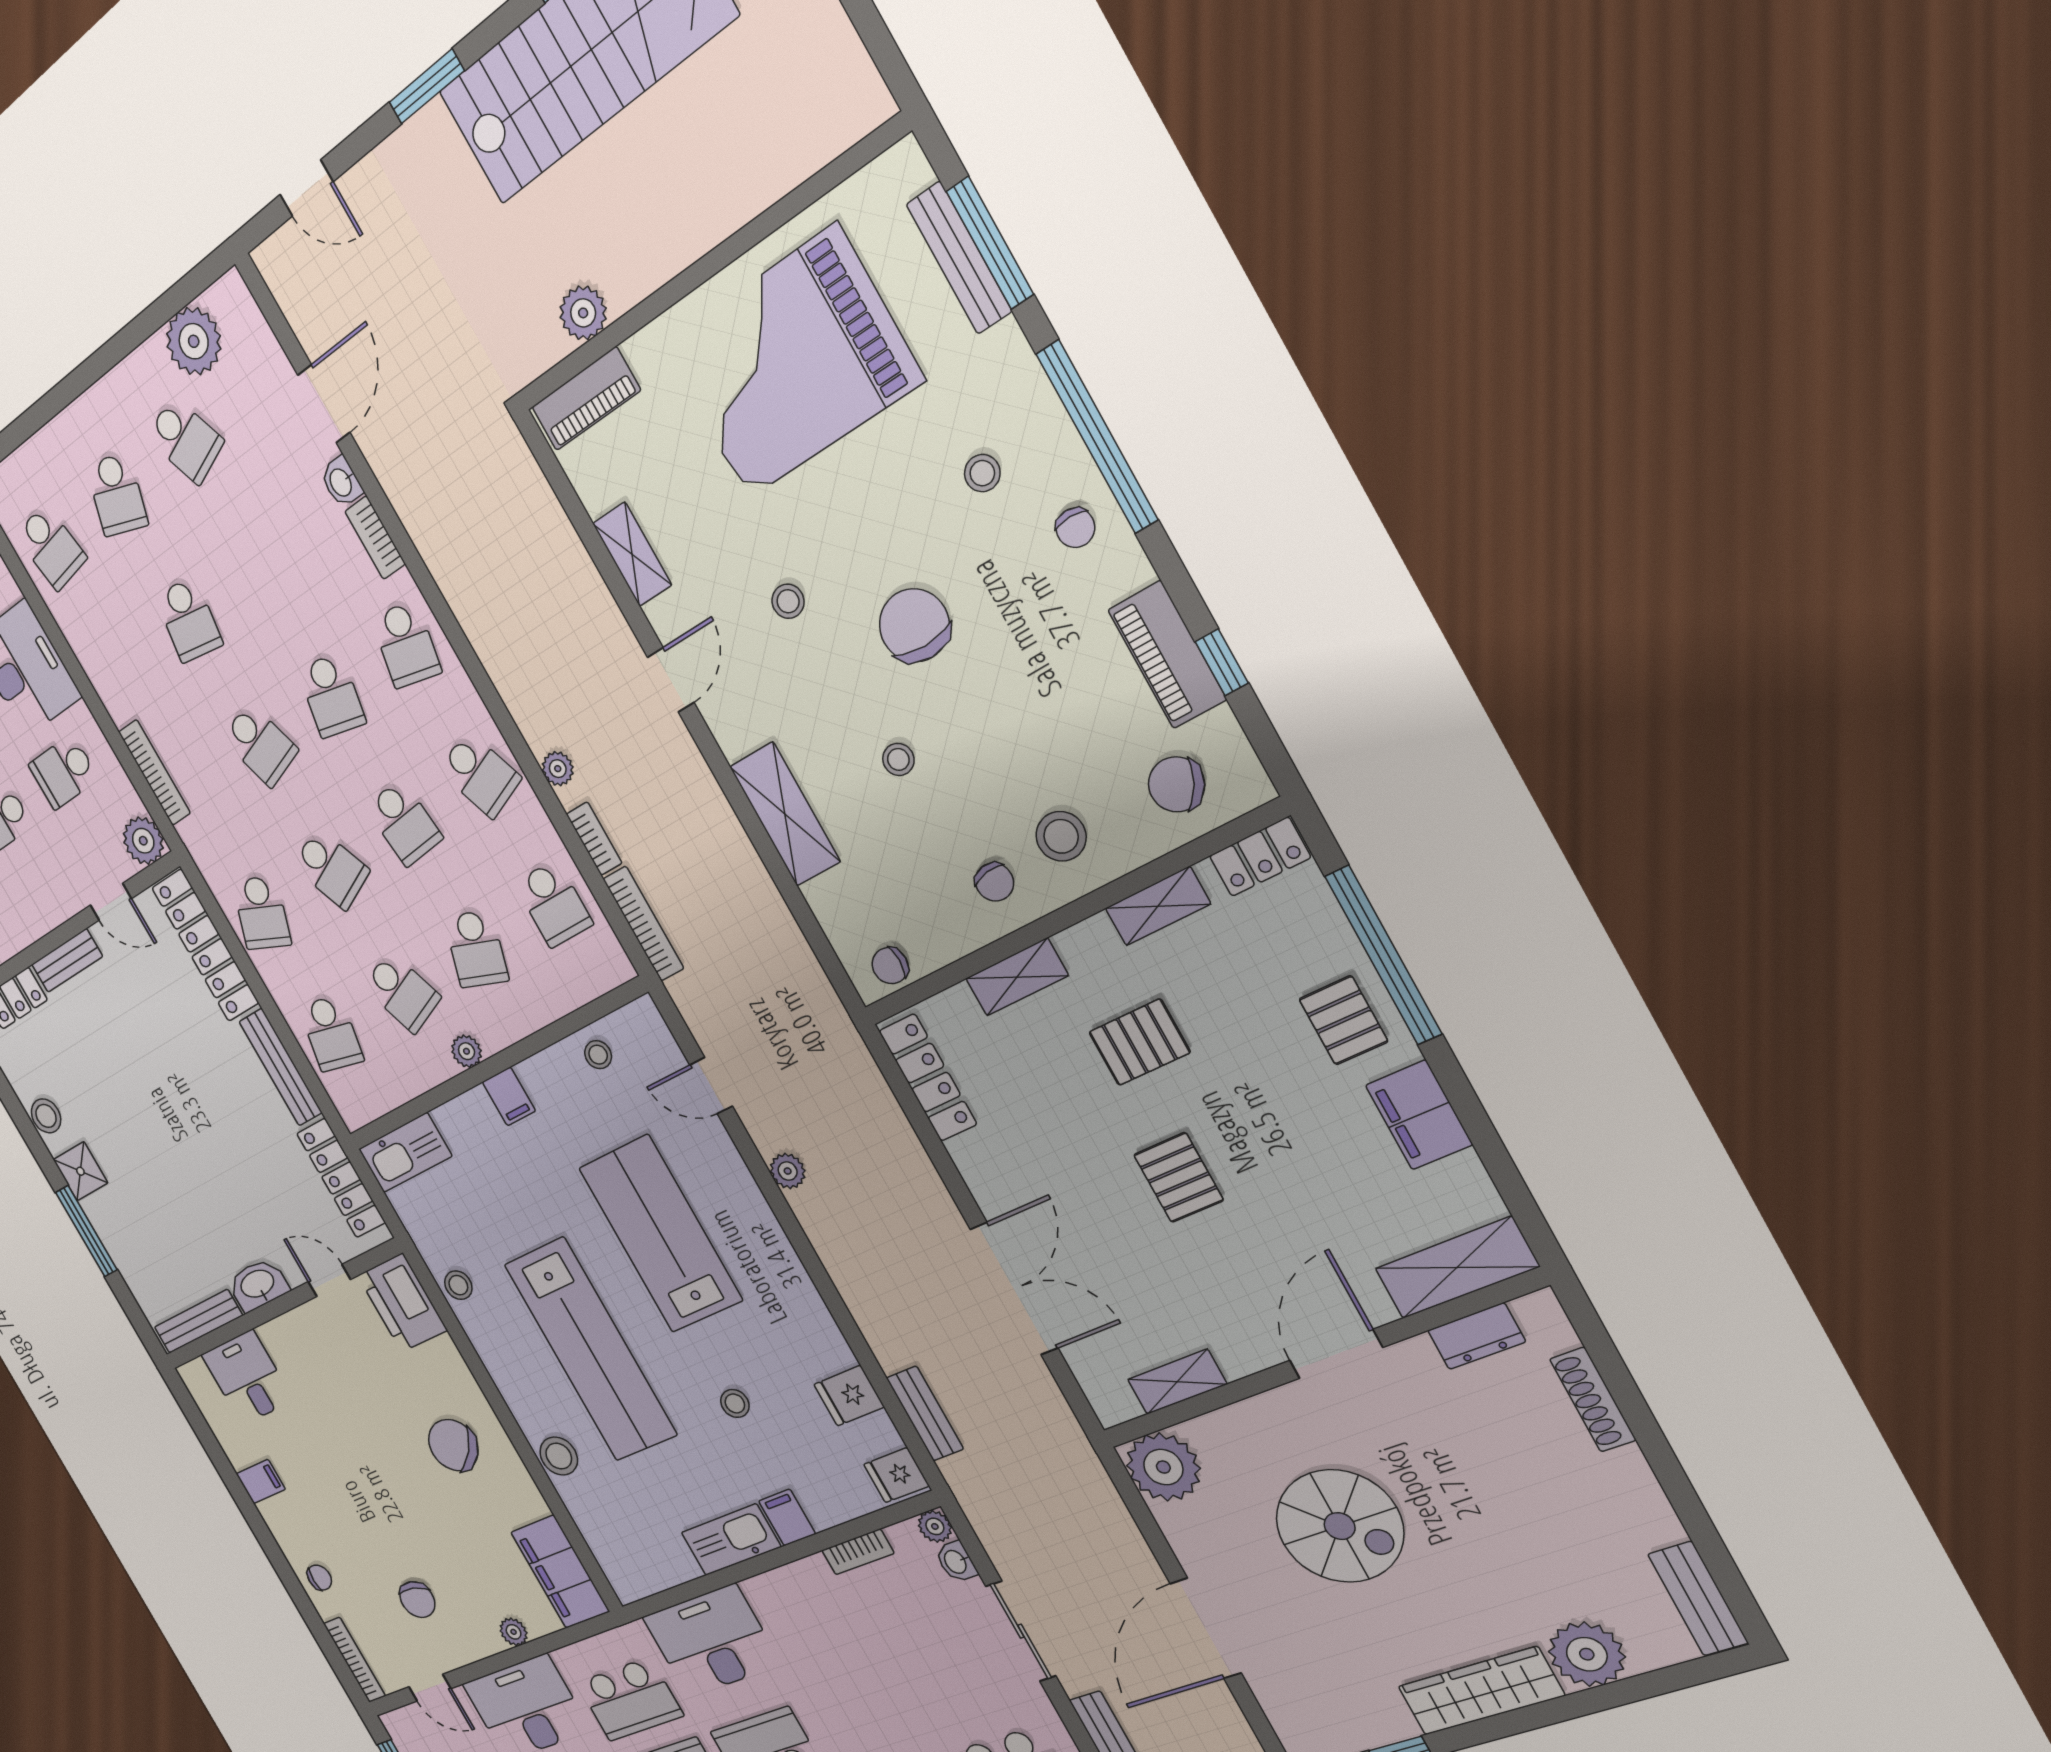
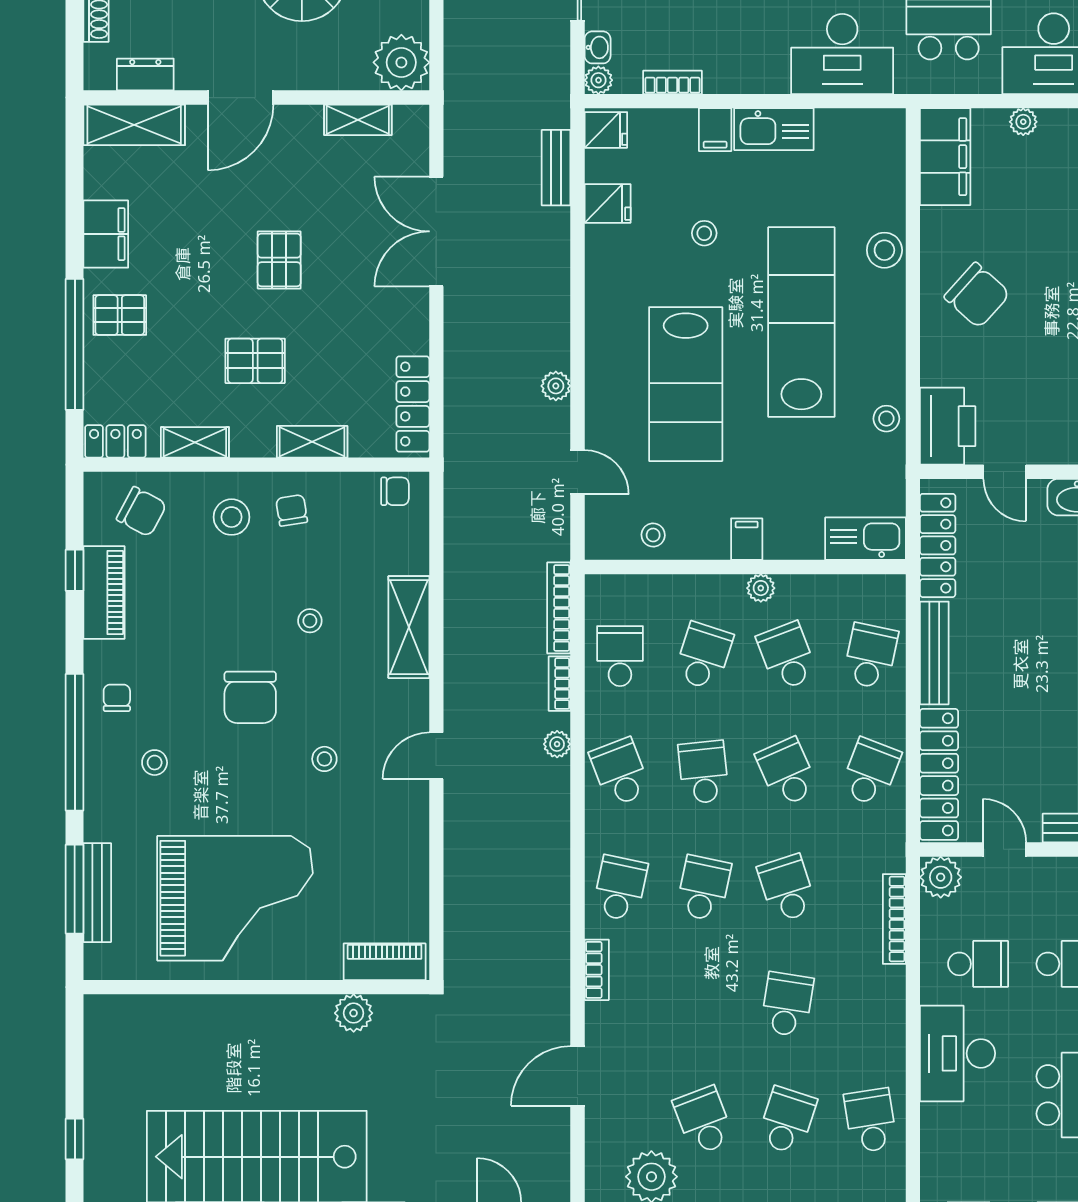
washbasin: (341, 482) -> (598, 1020), removed
shelving: (632, 554) -> (413, 849), removed
pallet: (1343, 1020) -> (120, 315), turned 90

